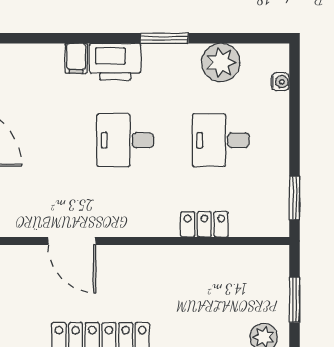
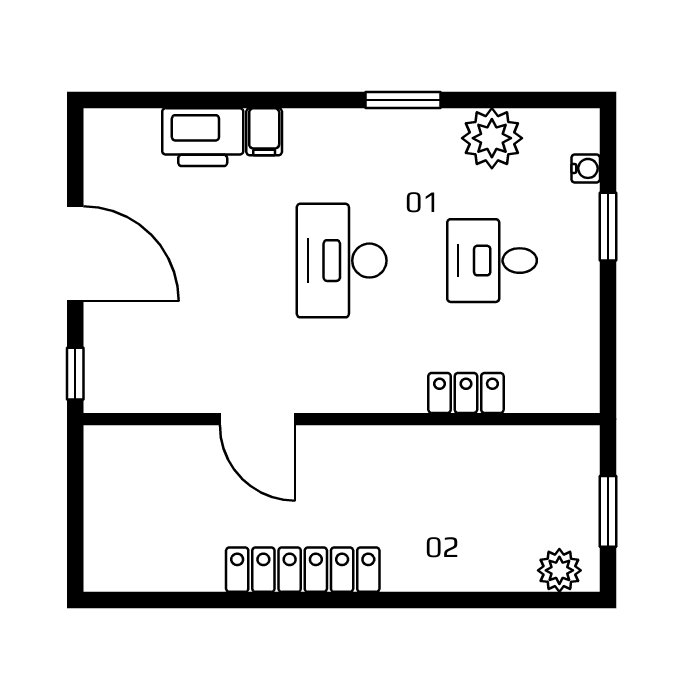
printer: (115, 62) -> (203, 137), moved
desk: (125, 140) -> (342, 261), width x1.37
window: (295, 198) -> (608, 227), moved

